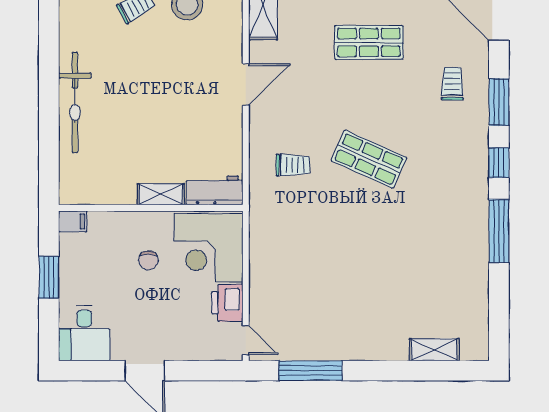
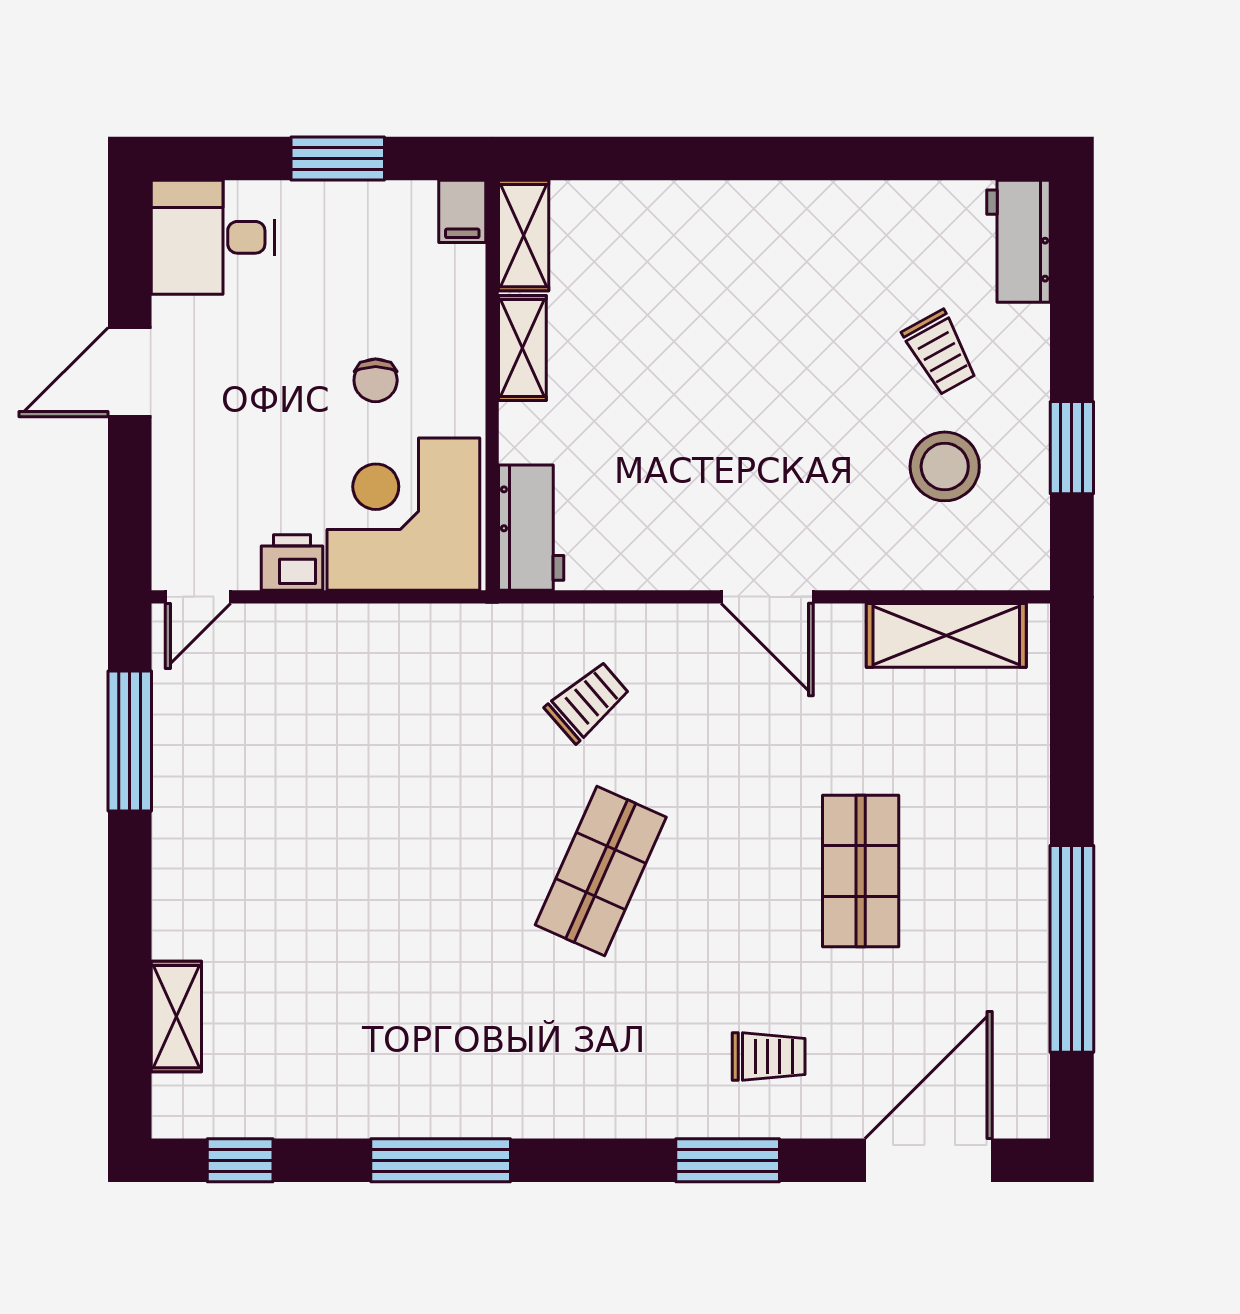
bicycle: (75, 102) -> (727, 217), removed
window: (499, 163) -> (240, 1160), moved
trolley: (293, 165) -> (588, 702), turned -131
shelving: (83, 194) -> (524, 236), added
shelving: (161, 194) -> (522, 348), moved
chair: (148, 260) -> (376, 380), turned -90
printer: (227, 303) -> (292, 563), width x0.73, depth x0.81

